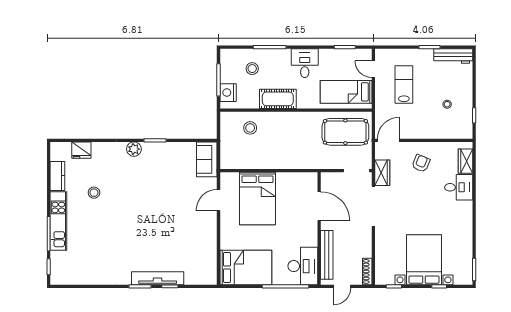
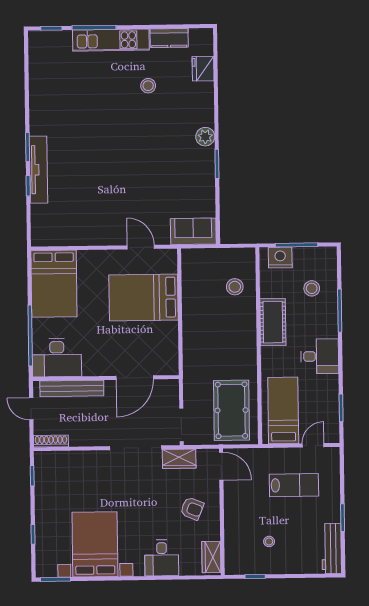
wardrobe: (465, 161) -> (211, 557), moved, turned -90
bed with nightstands: (424, 260) -> (95, 544), moved, turned -90

